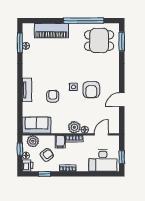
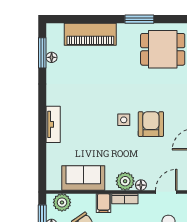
window: (84, 21) -> (139, 19), width x0.47
armchair: (91, 90) -> (151, 124), turned 180
armchair: (53, 96) -> (92, 134), removed
sofa: (37, 125) -> (83, 178), moved

